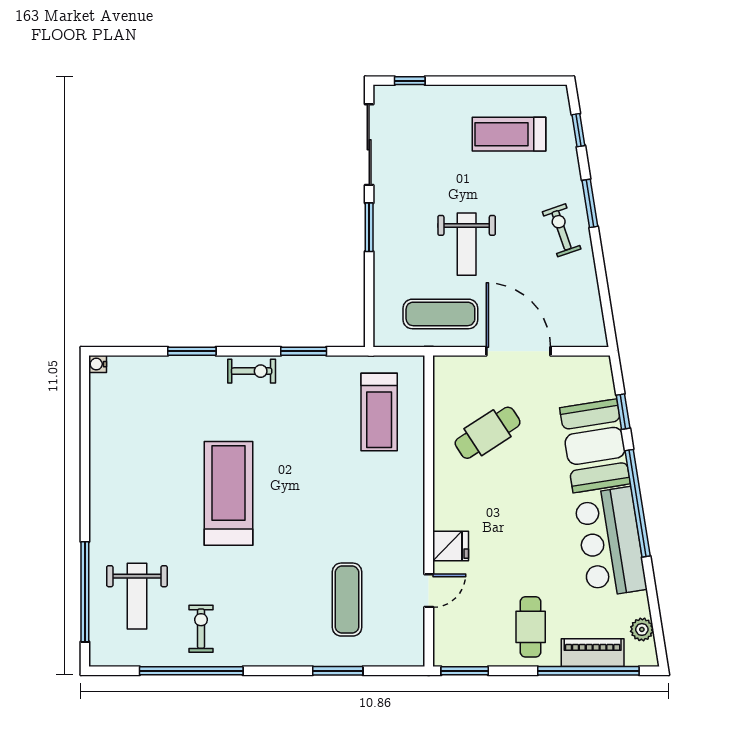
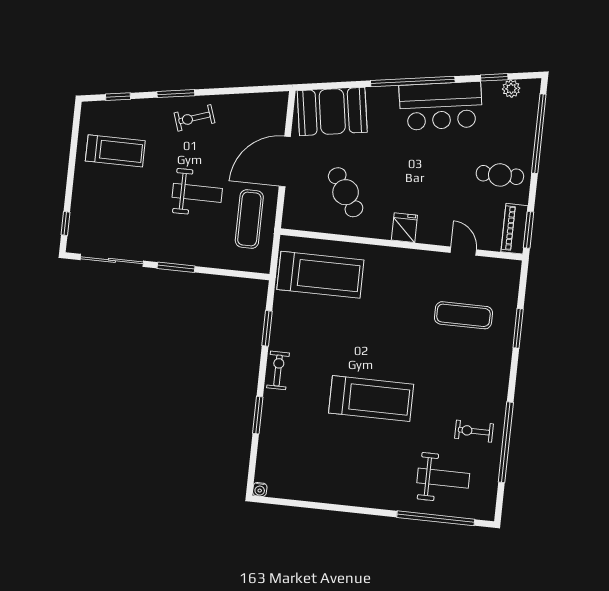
treadmill: (509, 134) -> (115, 151), turned -90
treadmill: (379, 412) -> (320, 275), width x1.37, depth x1.38
window: (623, 412) -> (494, 77), moved
booth: (595, 446) -> (332, 111), moved
treadmill: (228, 493) -> (371, 399), turned 180
fridge: (451, 546) -> (404, 228), moved
piano: (593, 653) -> (514, 229), moved

